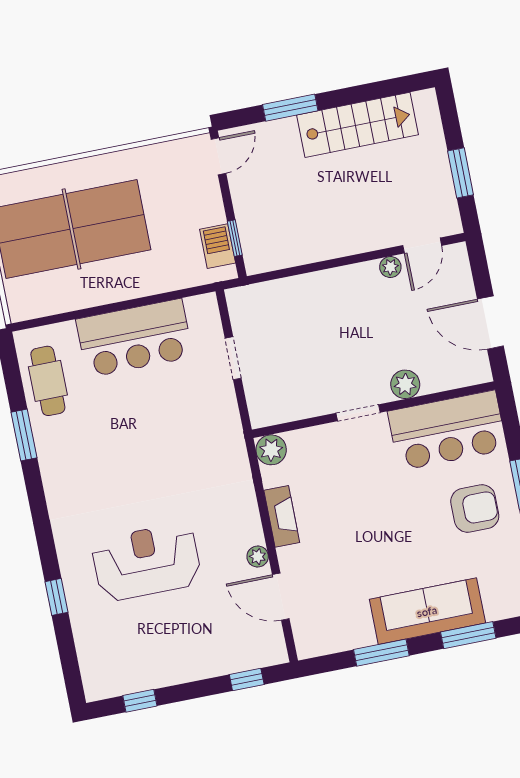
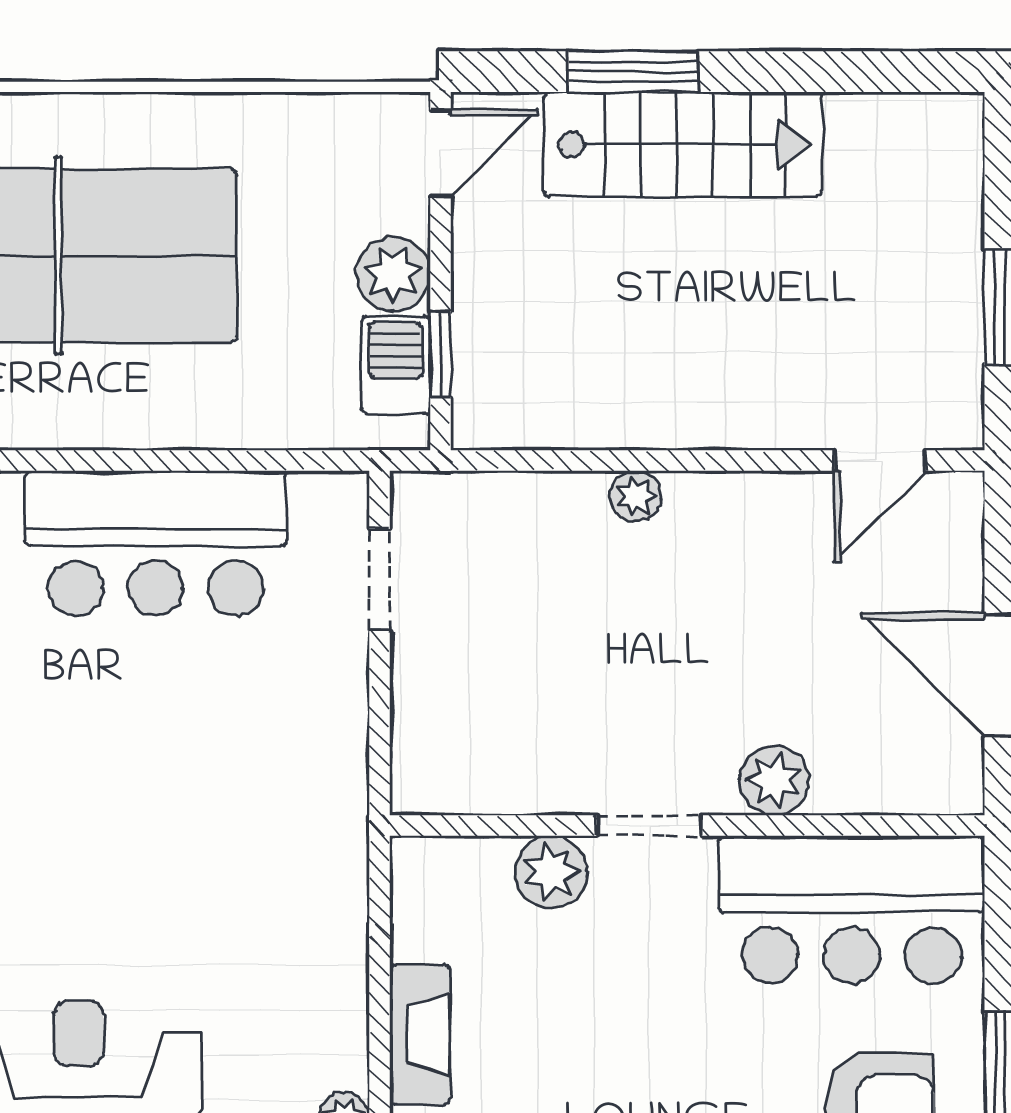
stairs: (358, 125) -> (683, 144), moved
plant: (209, 209) -> (393, 274), added
plant: (390, 267) -> (636, 496), moved
doorway: (233, 358) -> (380, 580), moved
plant: (271, 450) -> (551, 872), moved

